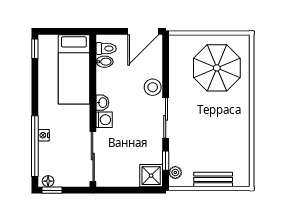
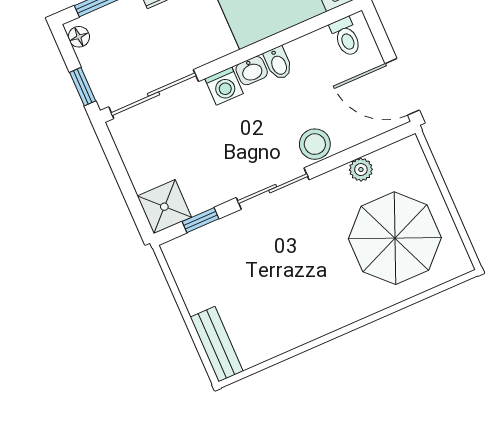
bidet: (105, 62) -> (278, 63), moved
plant: (175, 172) -> (361, 170), moved
bench: (213, 179) -> (217, 344), moved
window: (52, 190) -> (83, 87), moved

